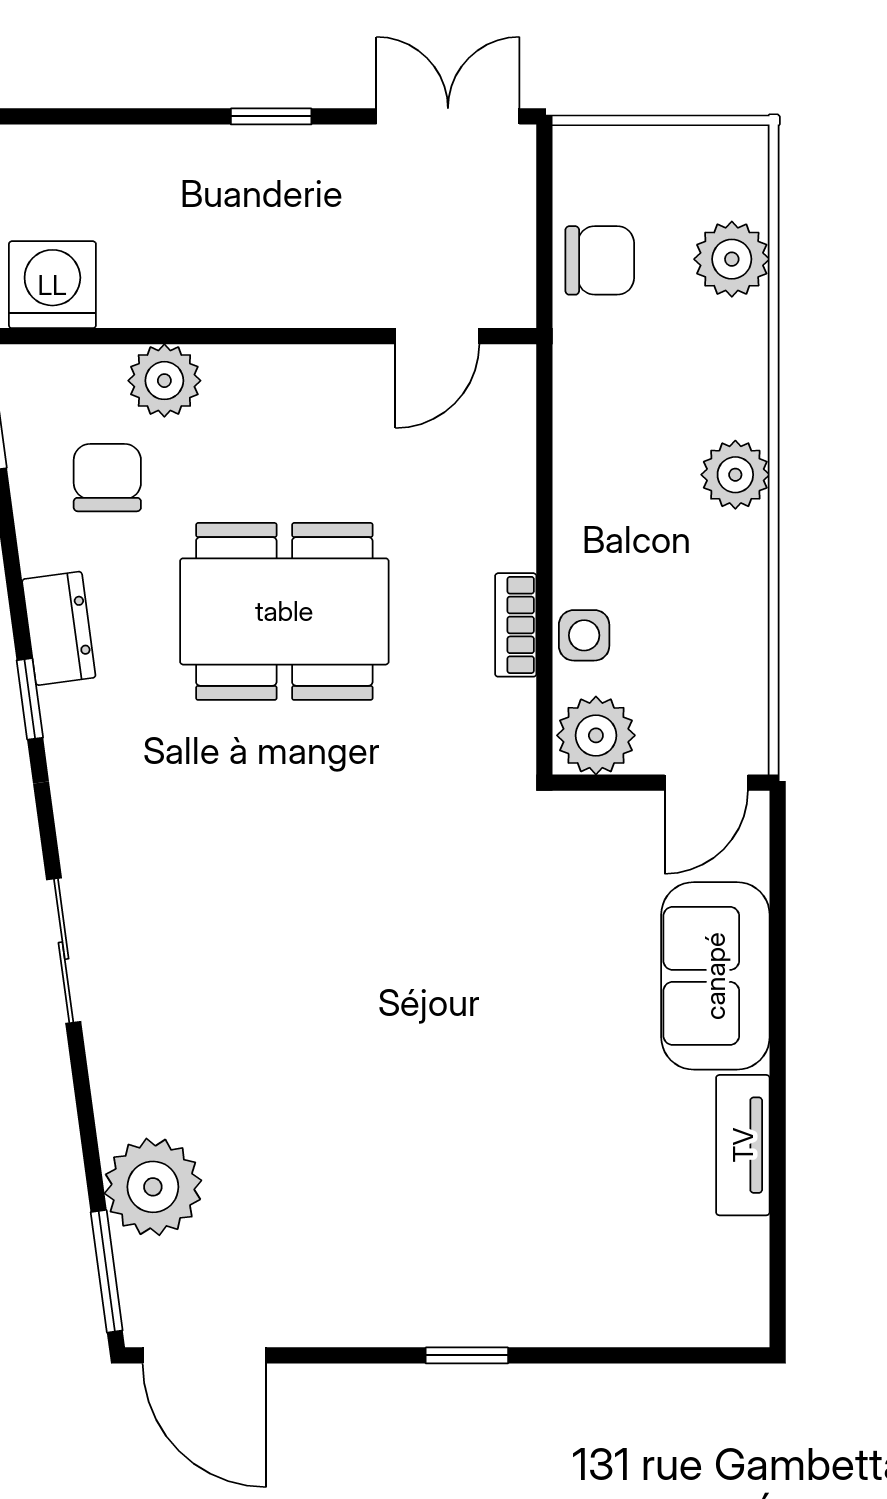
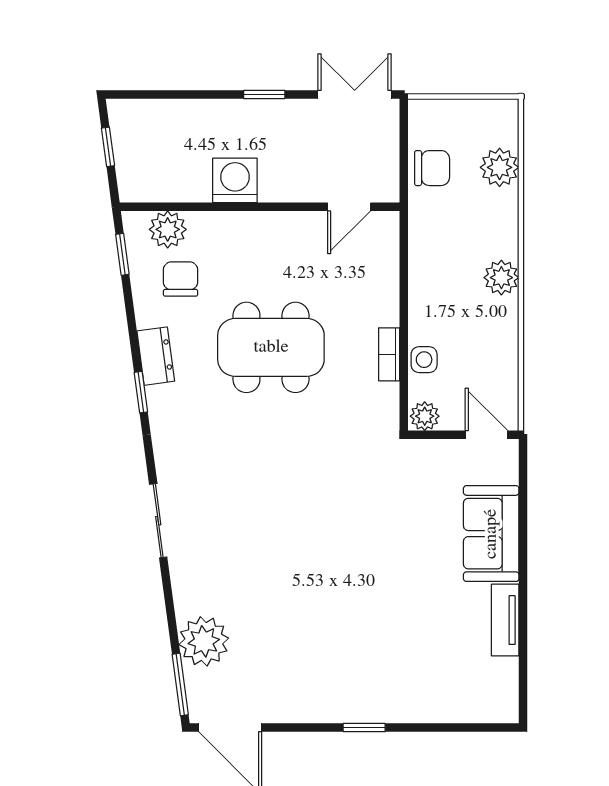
washing machine: (52, 285) -> (235, 180), moved
plant: (164, 381) -> (168, 229), moved
plant: (596, 735) -> (425, 416), width x0.73, depth x0.73
door: (706, 783) -> (487, 435), swing flipped

